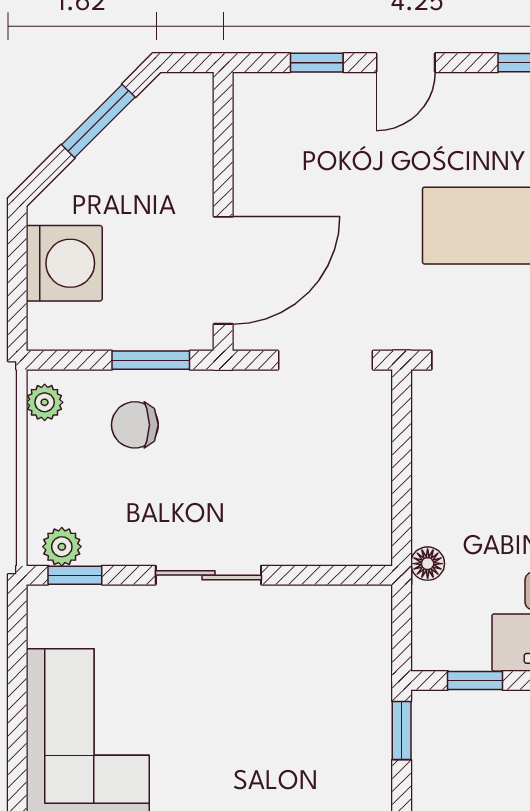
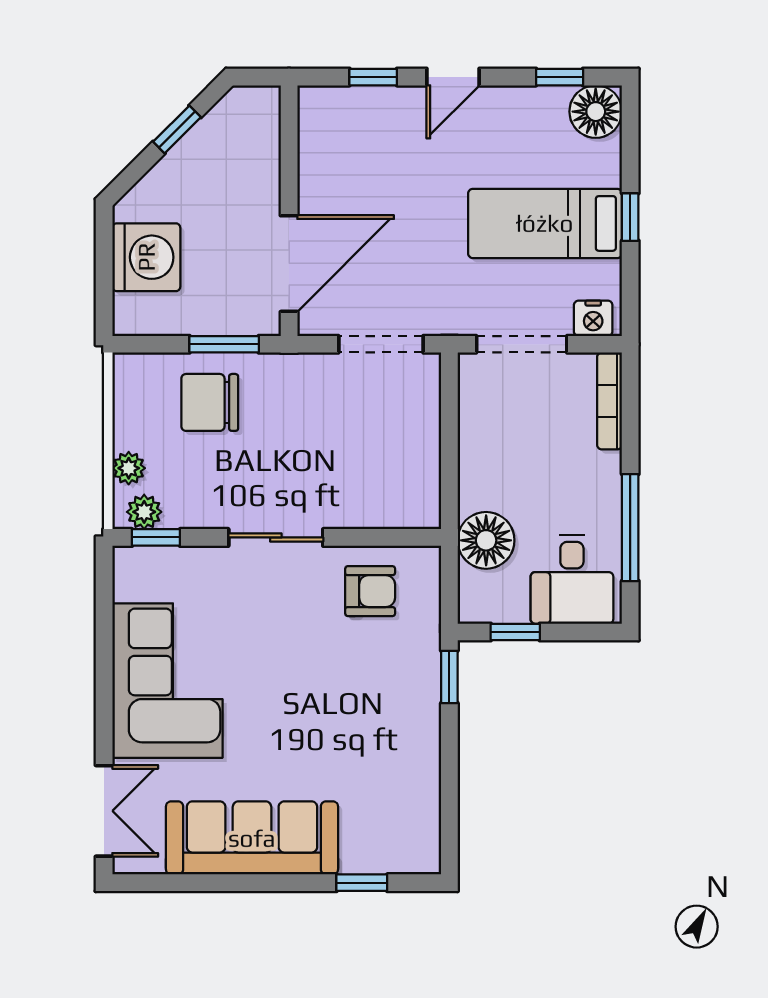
window: (98, 121) -> (177, 129), width x0.67
plant: (45, 402) -> (129, 468), moved
chair: (135, 425) -> (210, 402), width x1.37, depth x1.37
floor lamp: (428, 564) -> (486, 540), width x1.89, depth x1.89
armchair: (313, 635) -> (370, 591), added

